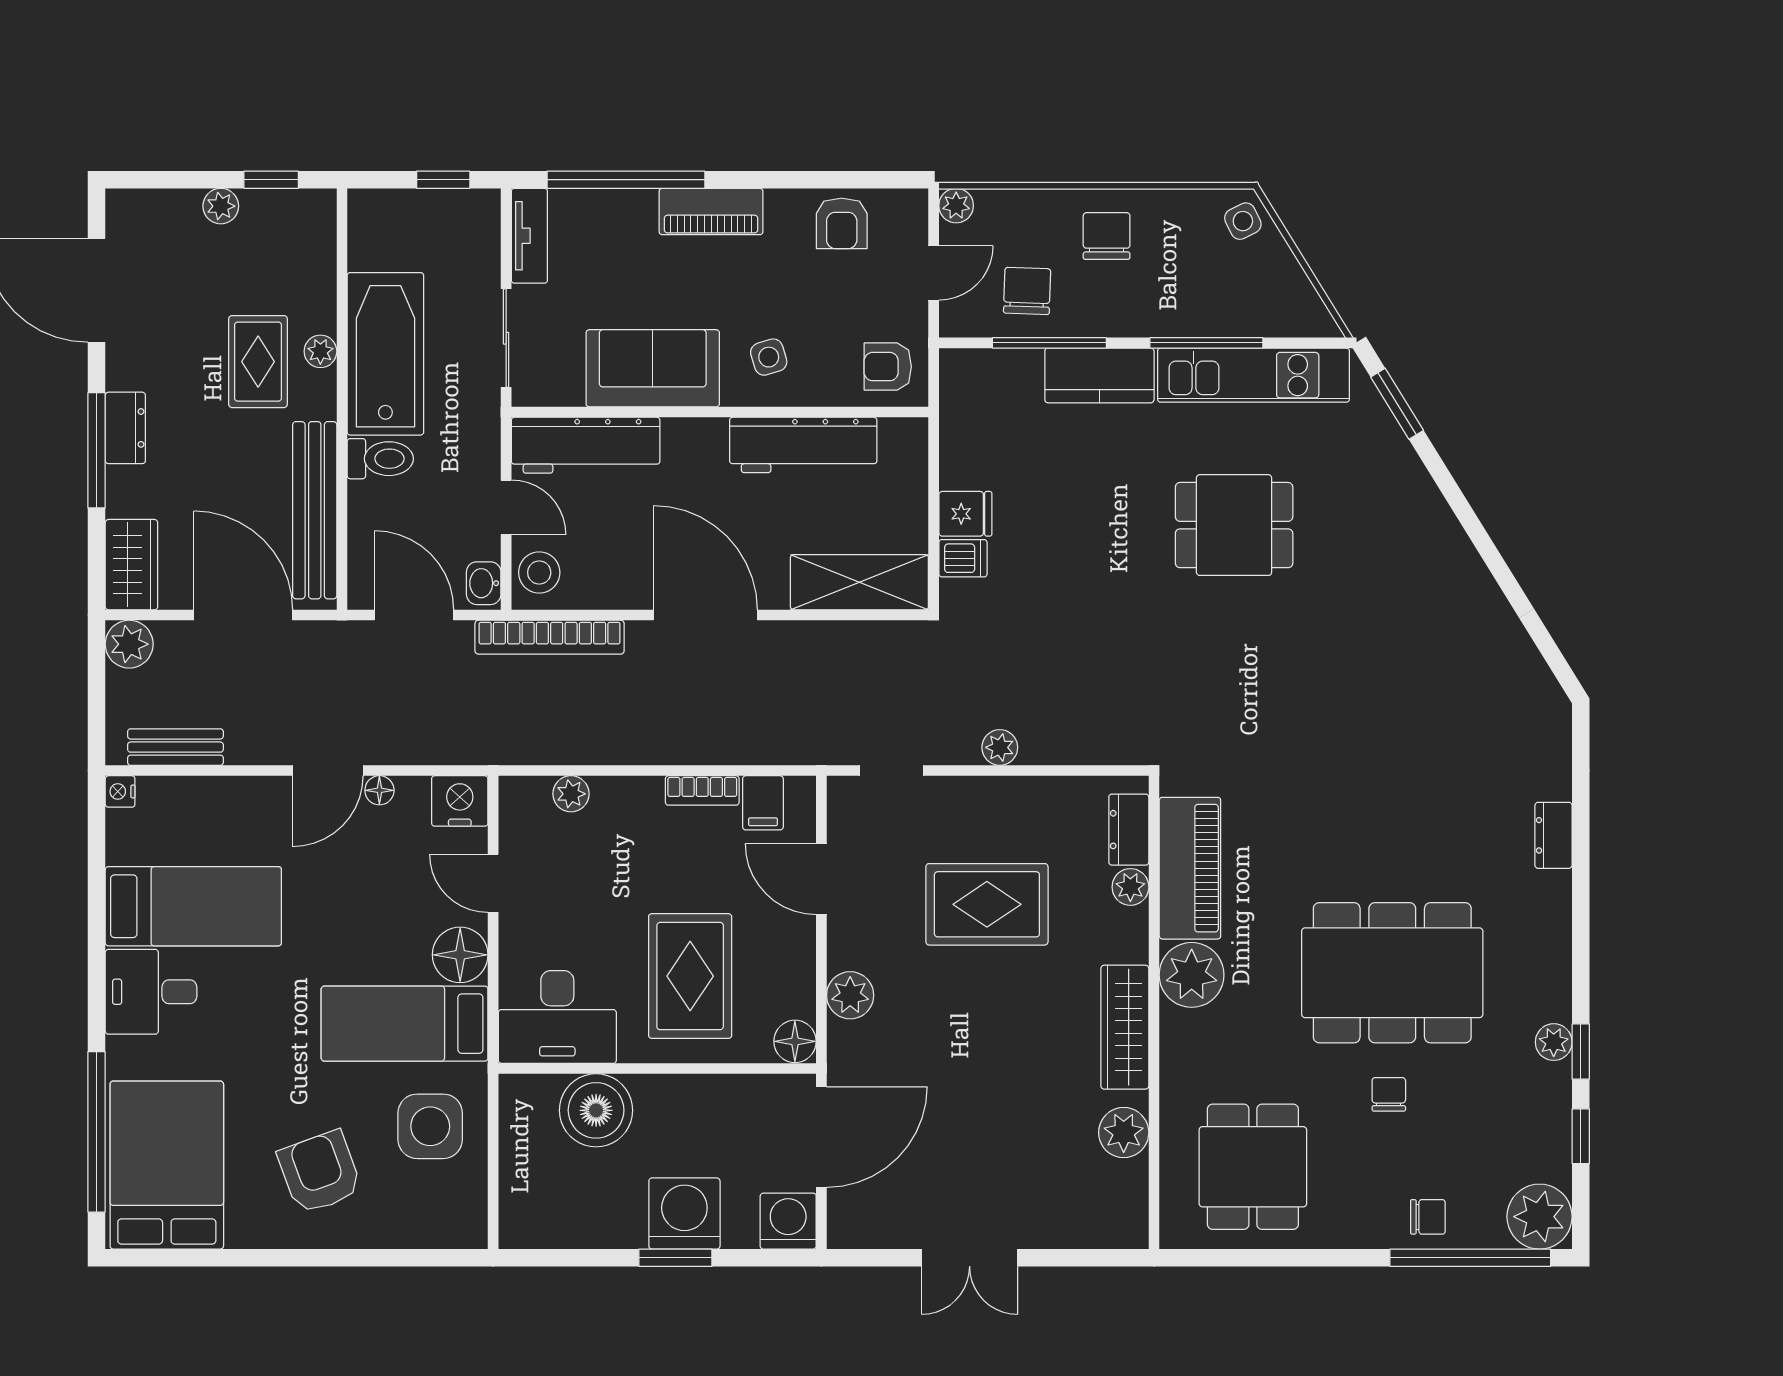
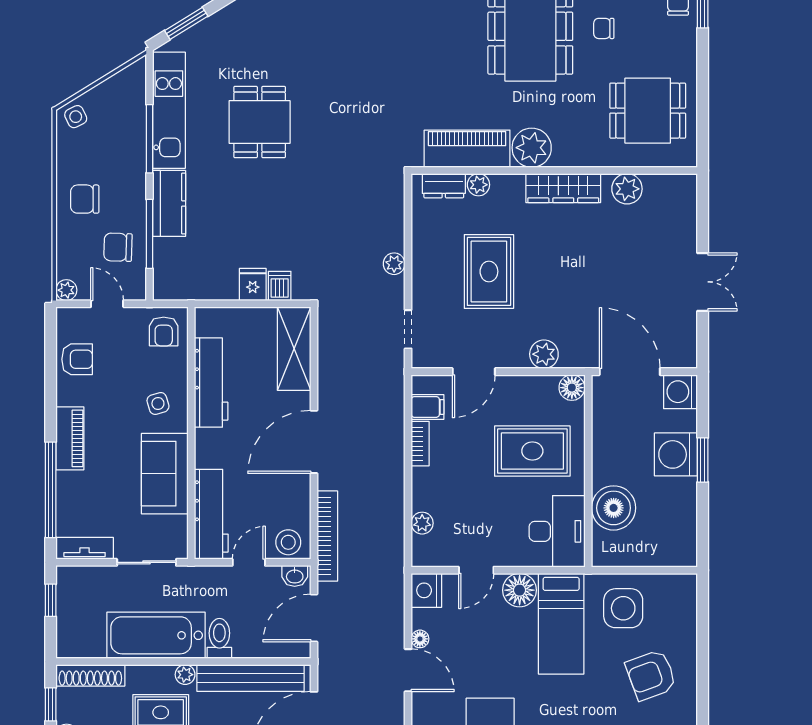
shoe rack: (319, 245) -> (90, 675), added
plant: (320, 351) -> (185, 675), moved

